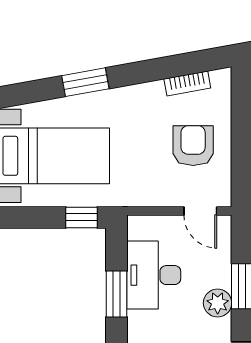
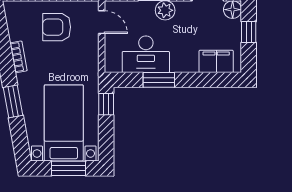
bookcase: (187, 83) -> (18, 57), moved
door: (200, 211) -> (102, 22), hinge flipped

